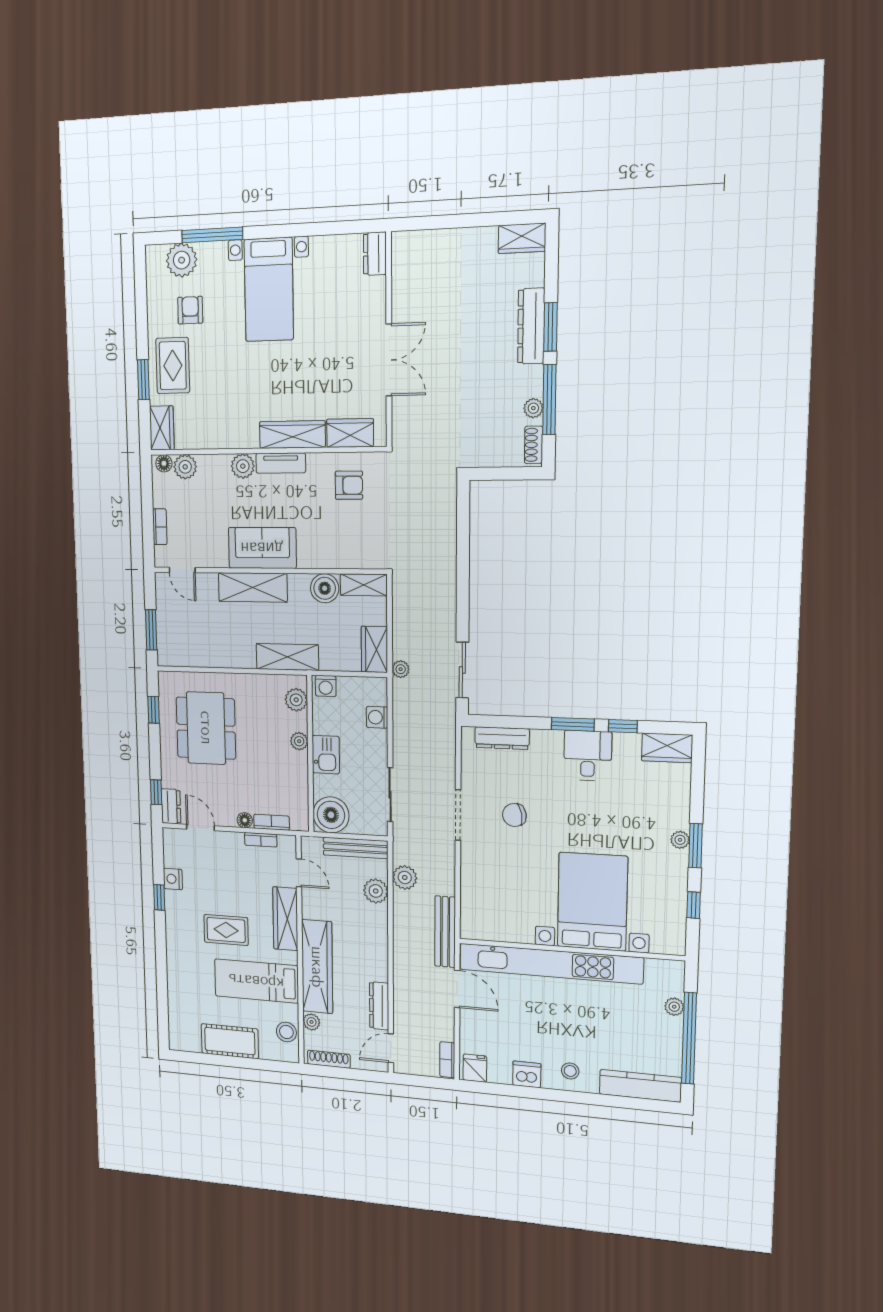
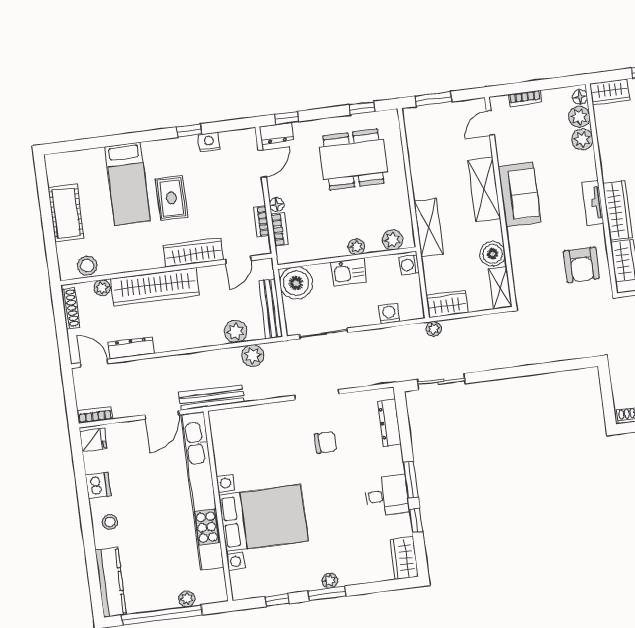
plant: (243, 466) -> (582, 139), moved
armchair: (349, 485) -> (582, 265), width x1.38, depth x1.38
chair: (514, 815) -> (326, 442), turned 101
bed: (256, 981) -> (128, 184), moved, turned 180

